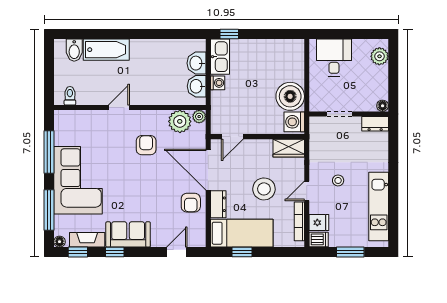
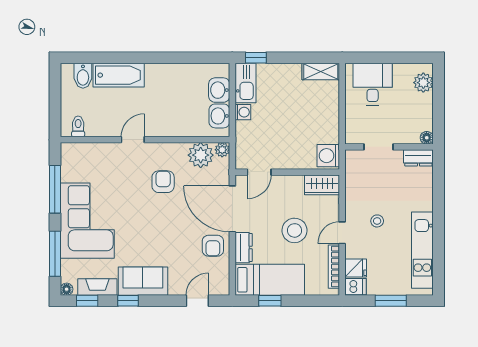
shelving: (288, 46) -> (321, 72), added
boiler: (290, 96) -> (324, 127), removed

